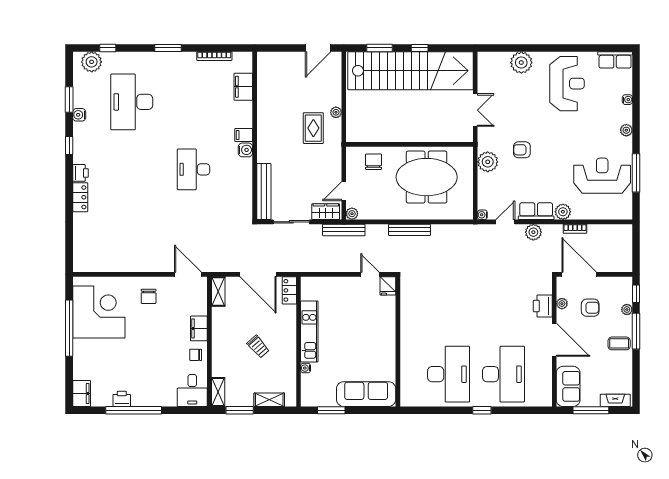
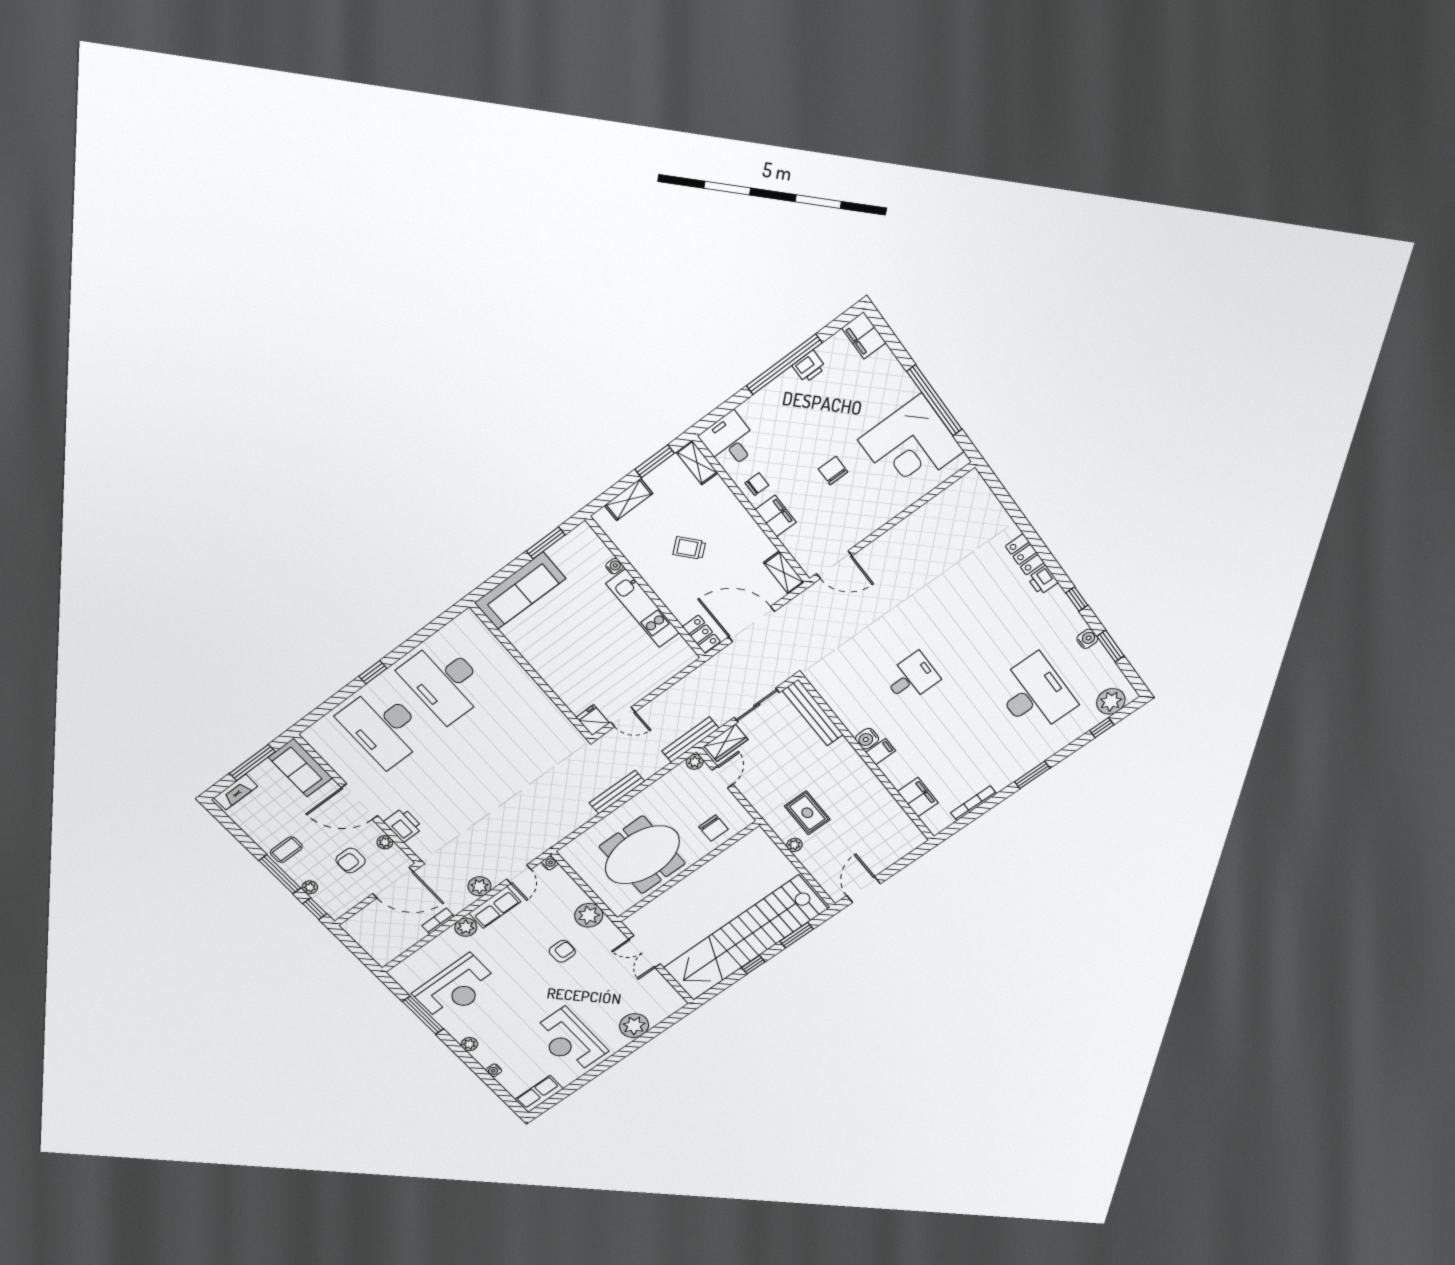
desk: (194, 169) -> (912, 678), width x0.73
chair: (149, 296) -> (833, 471), moved

